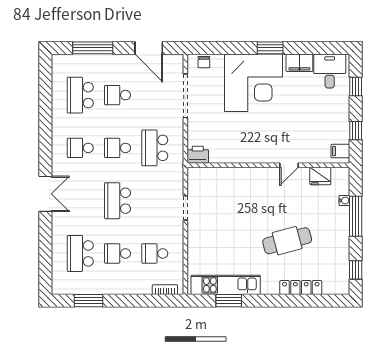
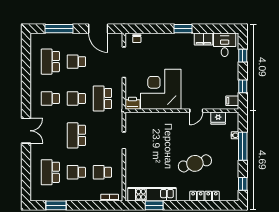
corner desk: (253, 83) -> (161, 89), moved, turned 180

